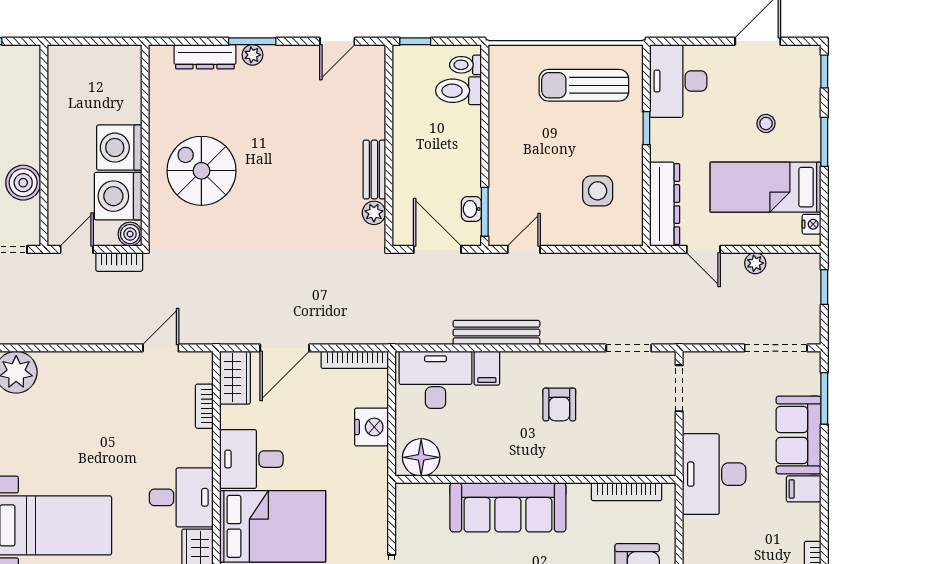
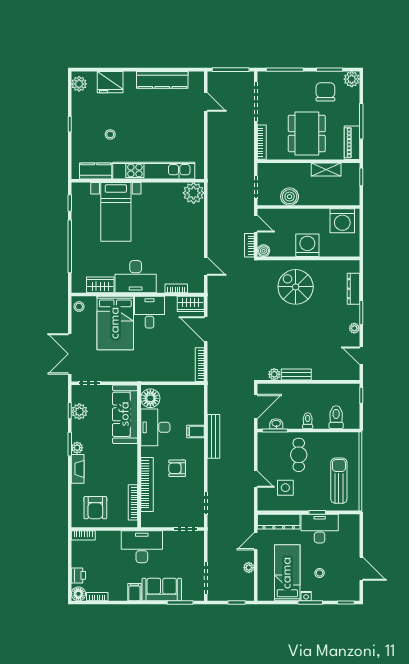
plant: (252, 55) -> (354, 328), moved
toilet: (466, 65) -> (308, 421), moved
desk: (678, 81) -> (320, 529), moved
cafe table: (533, 165) -> (299, 455), added
spiral stairs: (201, 171) -> (296, 287), turned -90
washing machine: (118, 196) -> (342, 221), moved, turned 180
nightstand: (812, 224) -> (306, 596), moved
door: (524, 249) -> (256, 479), moved
desk: (436, 380) -> (155, 427), moved, turned 180
nightstand: (371, 427) -> (166, 373), removed
bookcase: (591, 464) -> (147, 484), added
desk: (181, 497) -> (136, 277), width x1.37
sofa: (508, 507) -> (125, 414), moved

